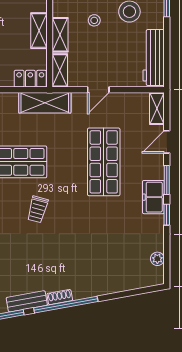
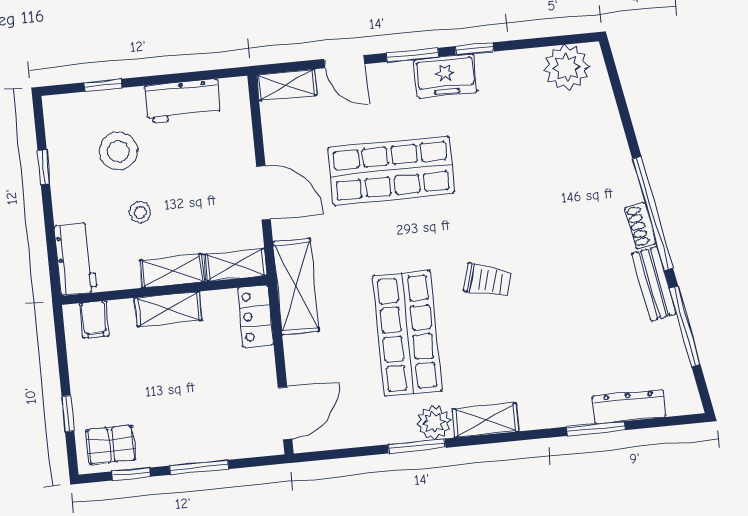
workbench: (154, 57) -> (182, 101), width x0.73
door: (98, 90) -> (263, 193), width x1.38
plant: (157, 259) -> (567, 67), width x1.87, depth x1.87

